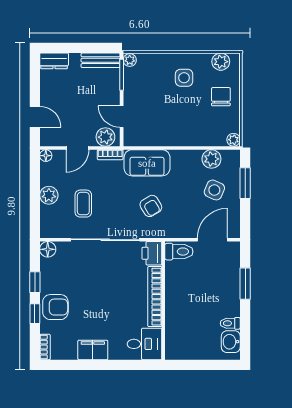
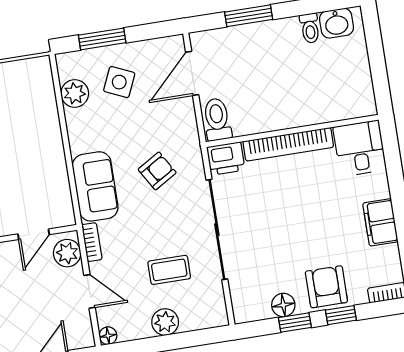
plant: (234, 140) -> (42, 66), removed
door: (212, 240) -> (192, 73), hinge flipped
floor lamp: (48, 249) -> (283, 305), moved

